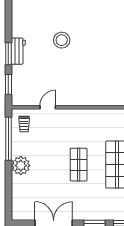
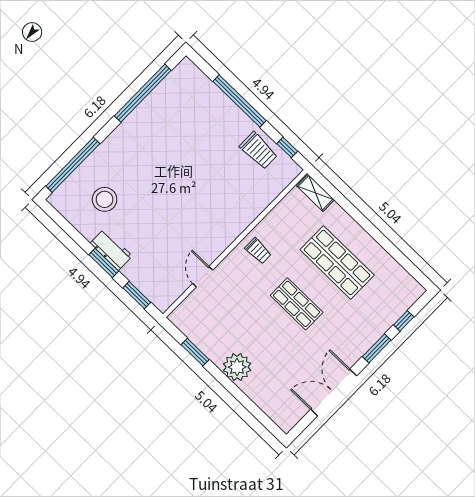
stool: (62, 40) -> (105, 199), moved
trolley: (24, 124) -> (258, 251), moved
window: (8, 139) -> (195, 352), width x0.47

